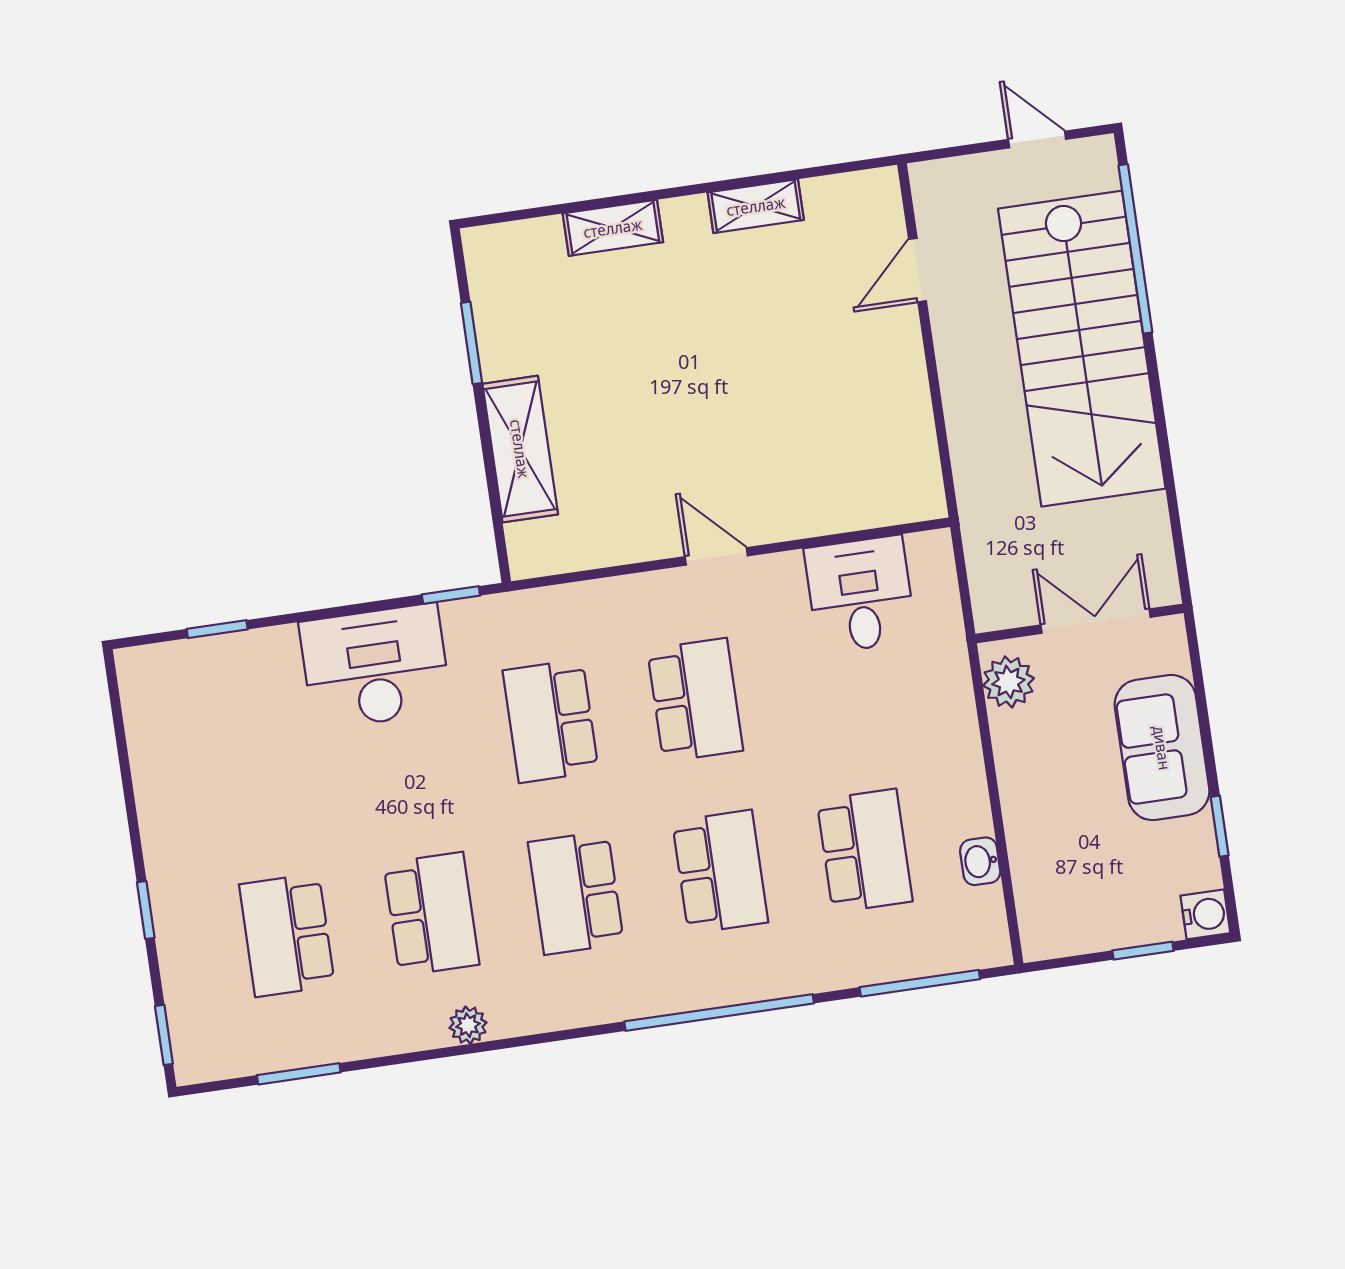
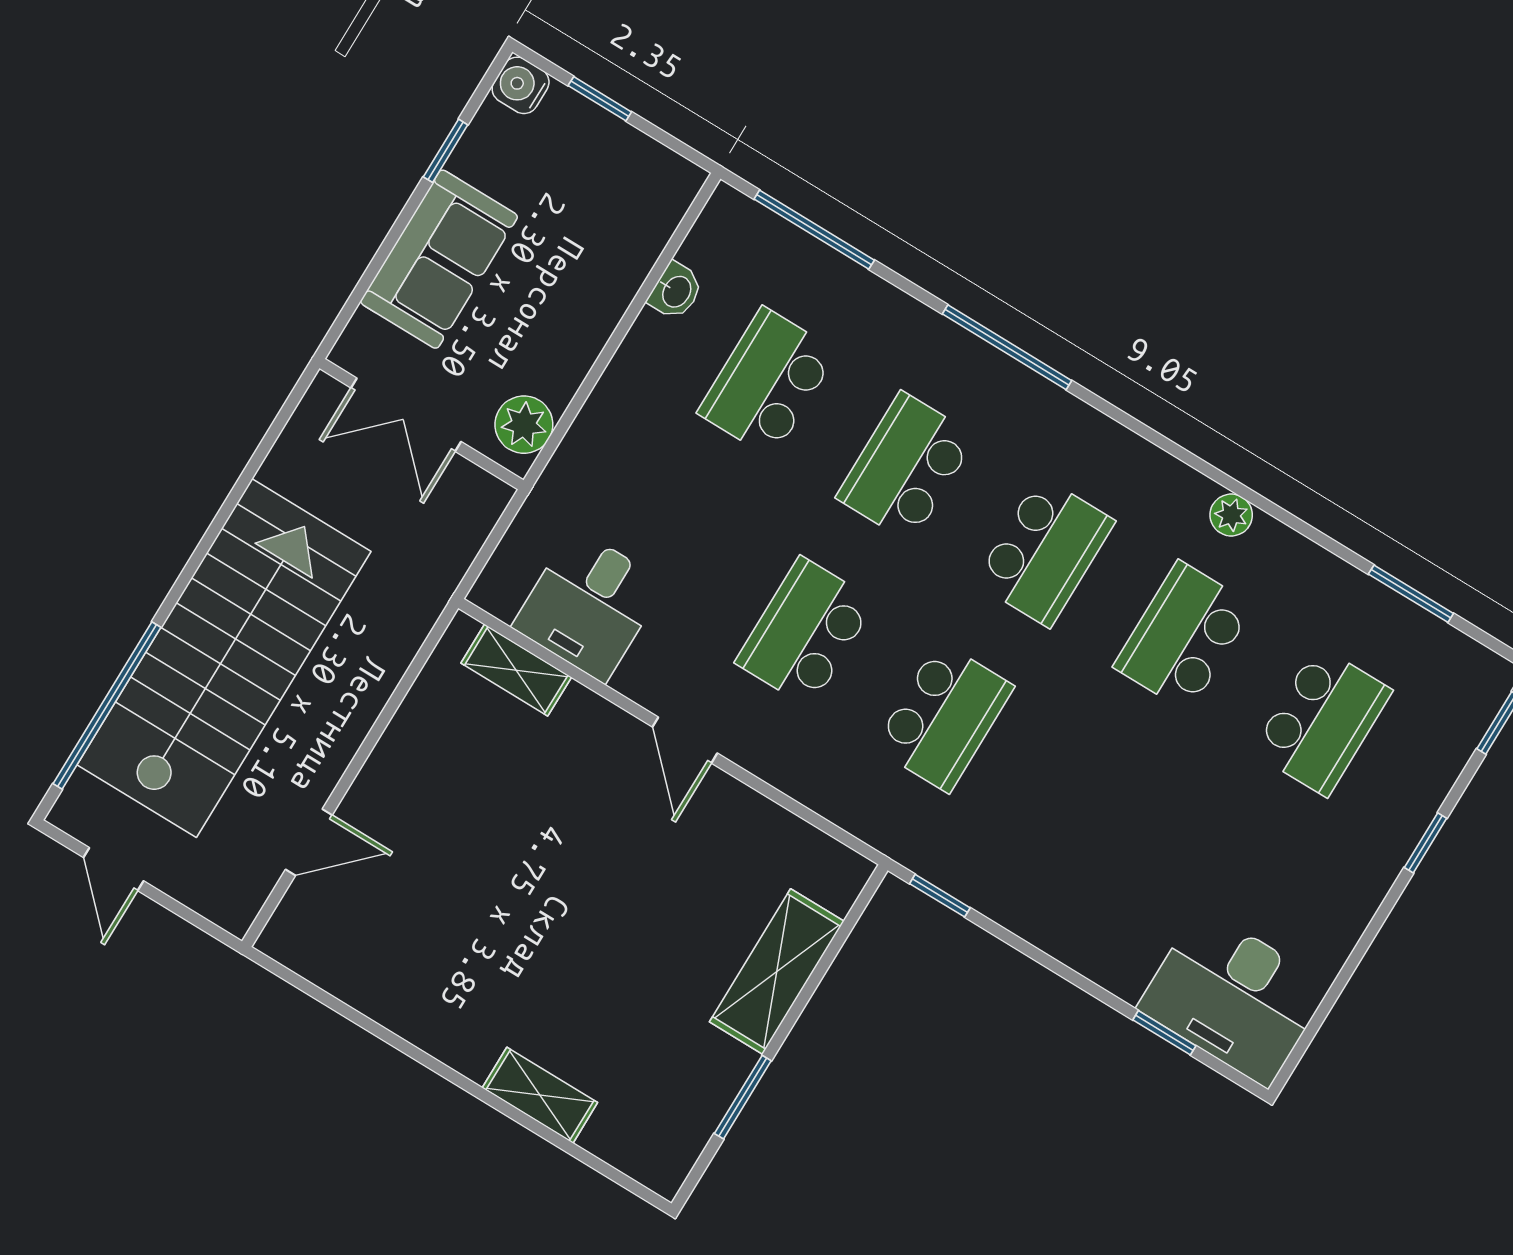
shelving: (756, 206) -> (516, 670), moved
desk: (375, 667) -> (1234, 997), moved
window: (719, 1012) -> (1007, 347), width x0.68

